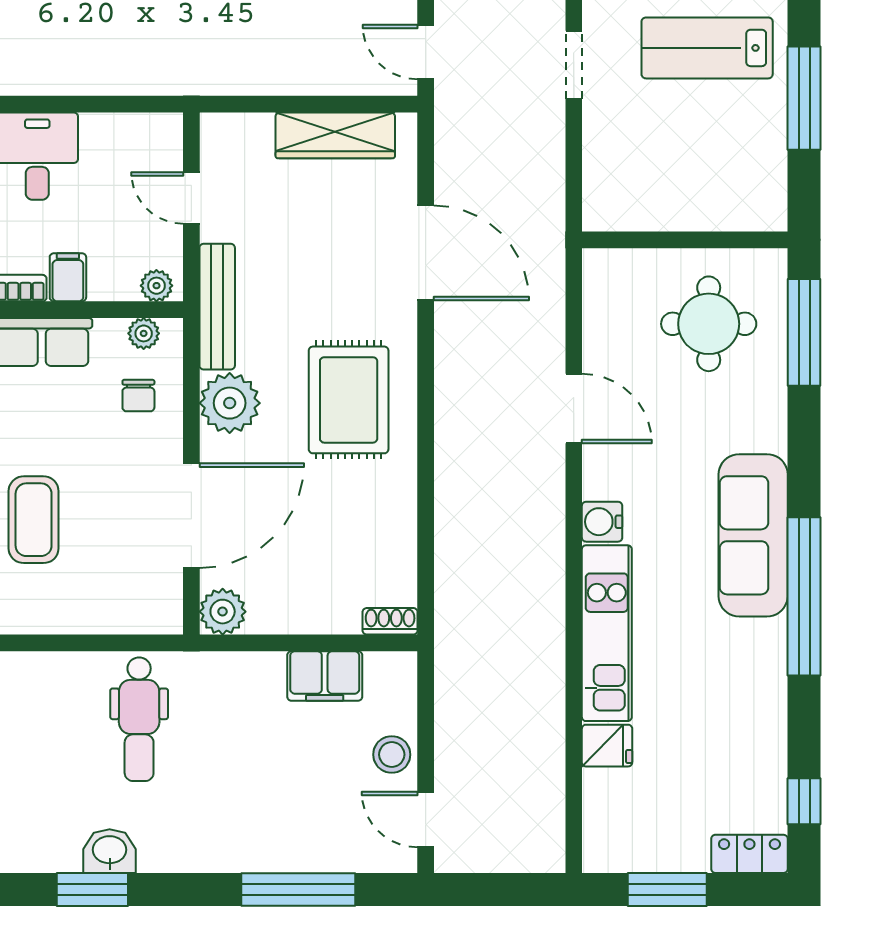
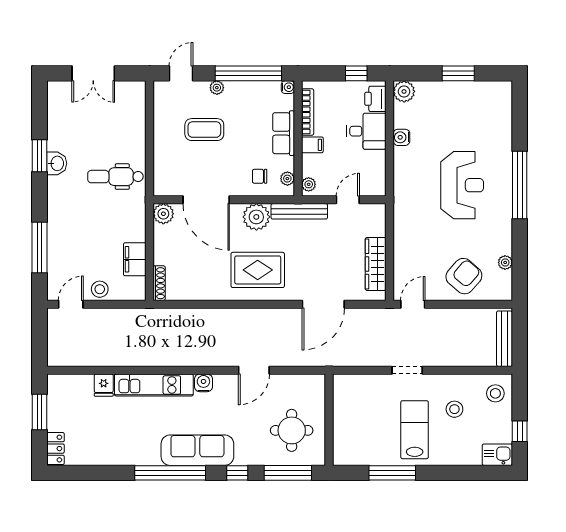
water cooler: (51, 77) -> (401, 137), added
shoe rack: (390, 621) -> (159, 283), width x1.43
window: (804, 801) -> (237, 473), moved

